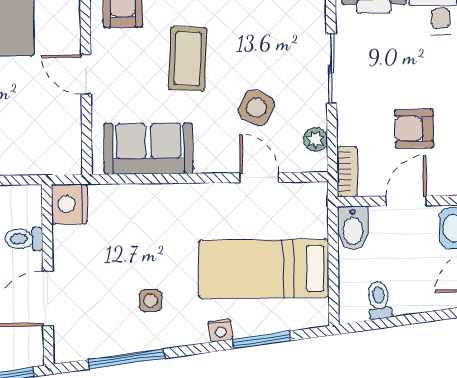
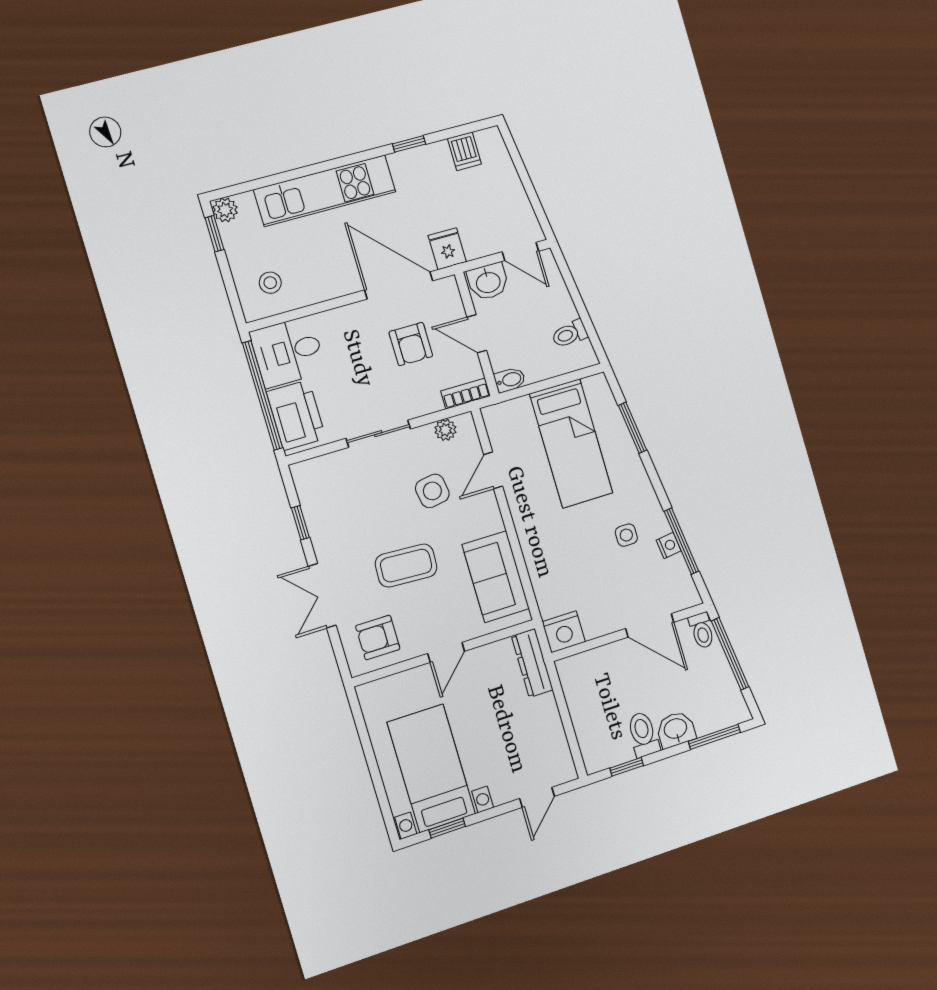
side table: (256, 108) -> (432, 491), turned -36
dresser: (47, 161) -> (532, 663), added
bidet: (353, 228) -> (510, 380), width x0.72, depth x0.74
toilet: (24, 239) -> (702, 631), moved
nightstand: (221, 330) -> (669, 546), moved

